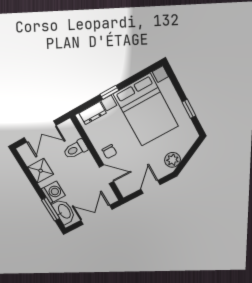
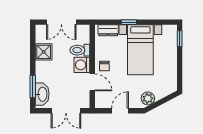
window: (189, 109) -> (180, 39), moved
bed with nightstands: (146, 110) -> (140, 50), width x0.73
washing machine: (53, 192) -> (82, 65), moved, turned 180
double door: (96, 215) -> (66, 111), swing flipped

